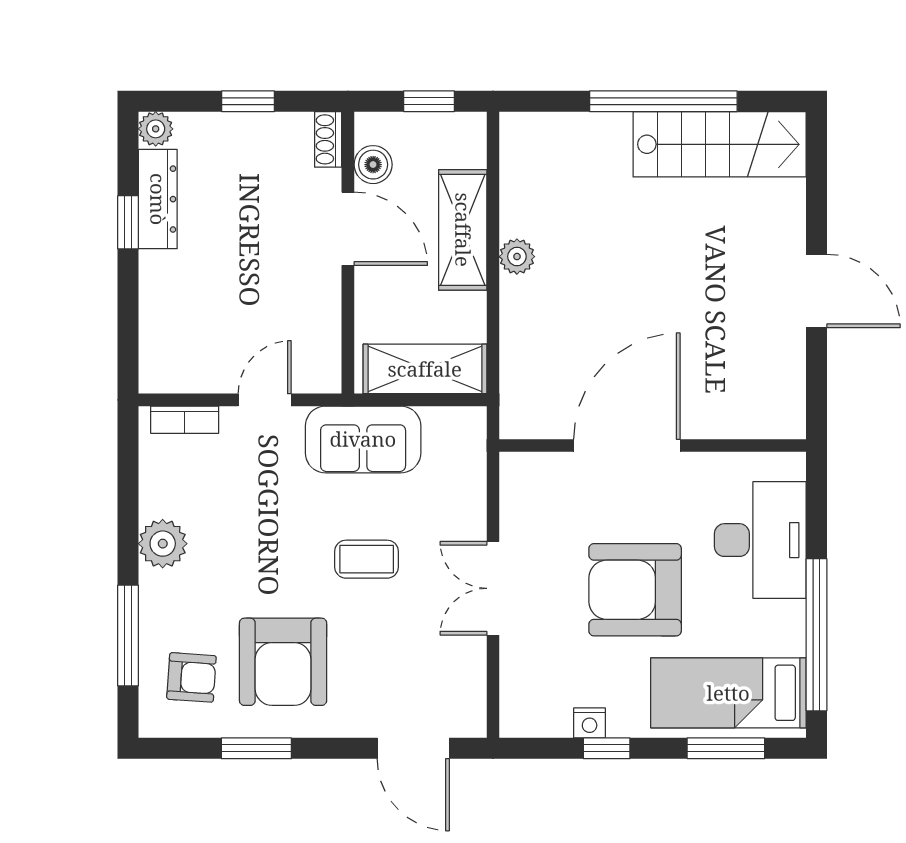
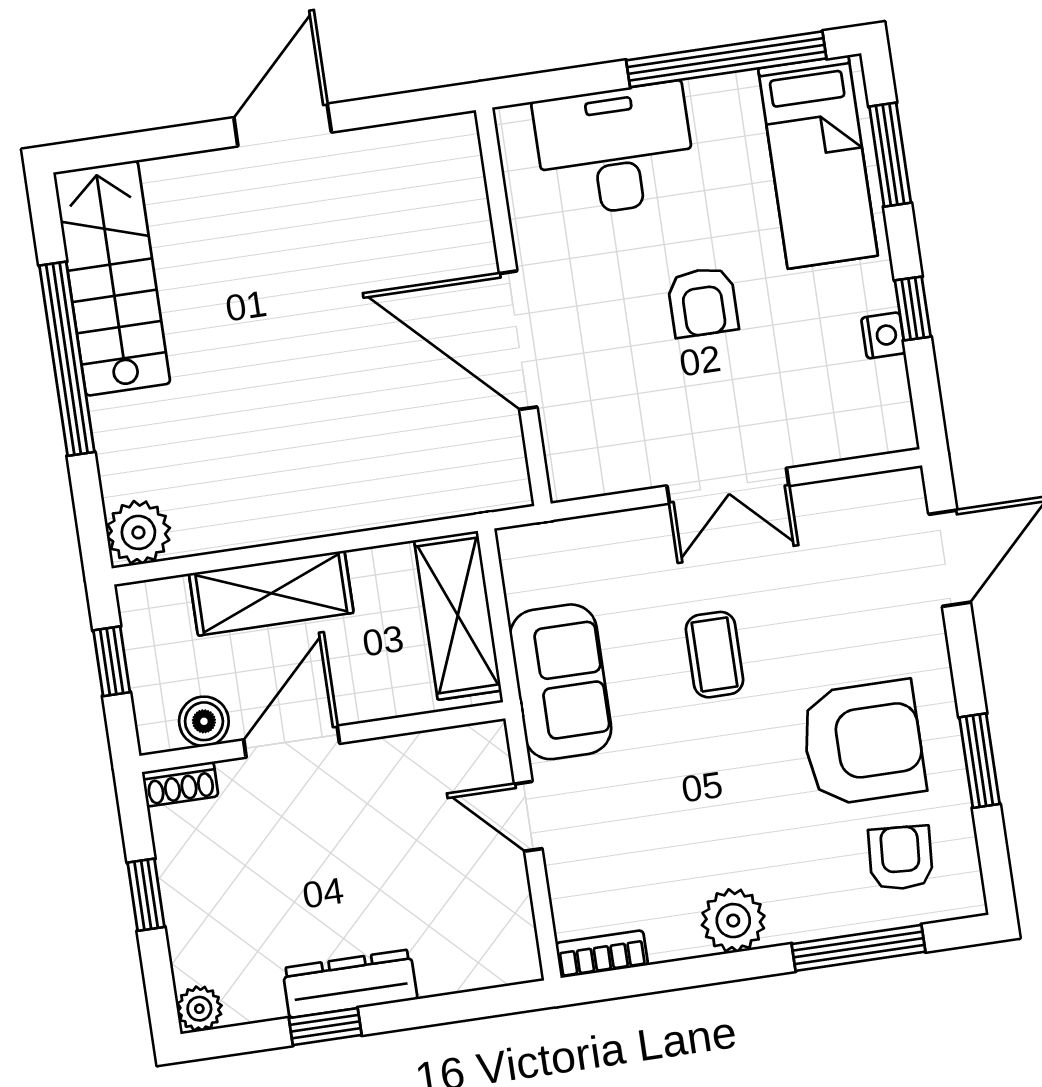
dresser: (158, 199) -> (350, 984), moved
plant: (517, 257) -> (138, 532), moved, width x1.38, depth x1.38
bookcase: (185, 420) -> (602, 954), moved, turned -90
armchair: (635, 590) -> (703, 302), width x0.53, depth x0.53

